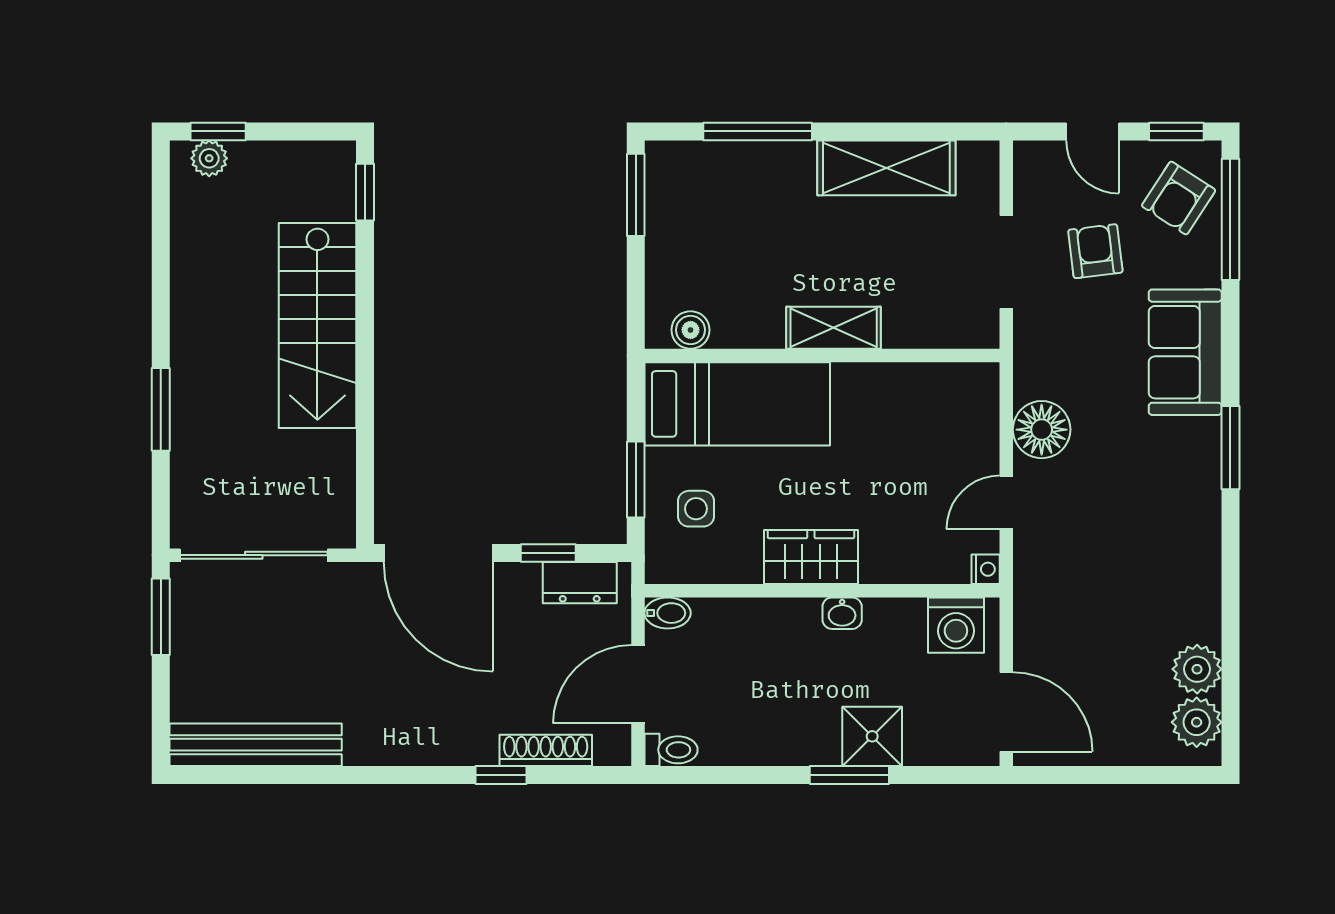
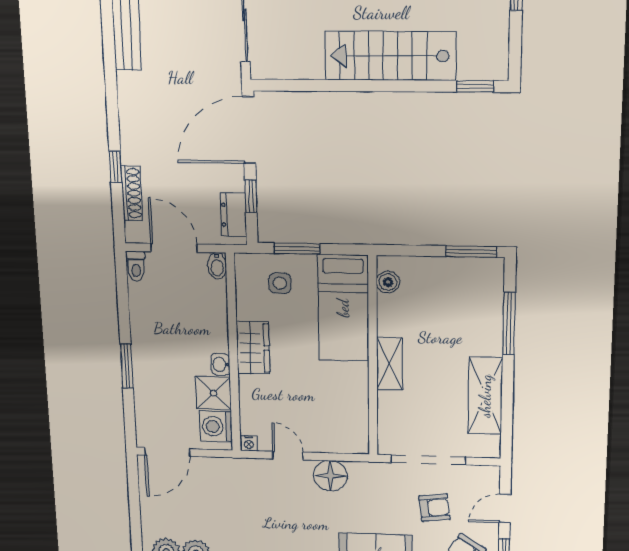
doorway: (1006, 262) -> (428, 460), width x1.36
shower: (872, 736) -> (213, 393), moved

